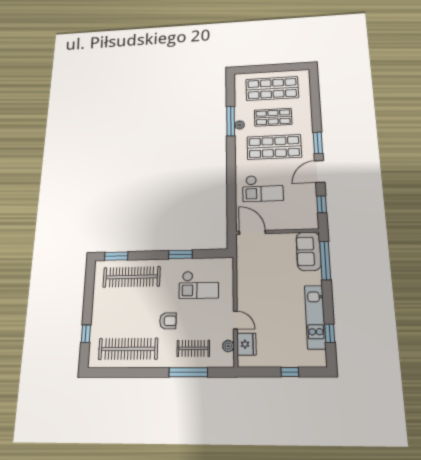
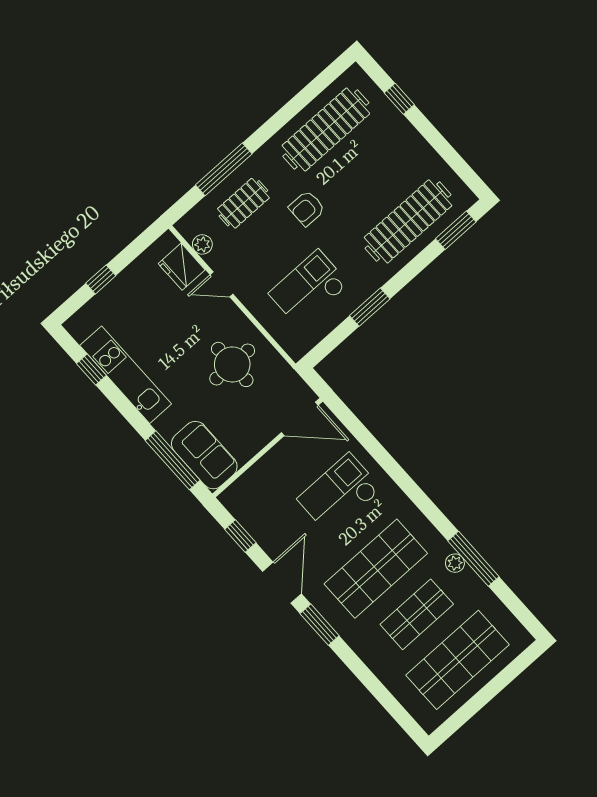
round table: (262, 280) -> (232, 364), added

